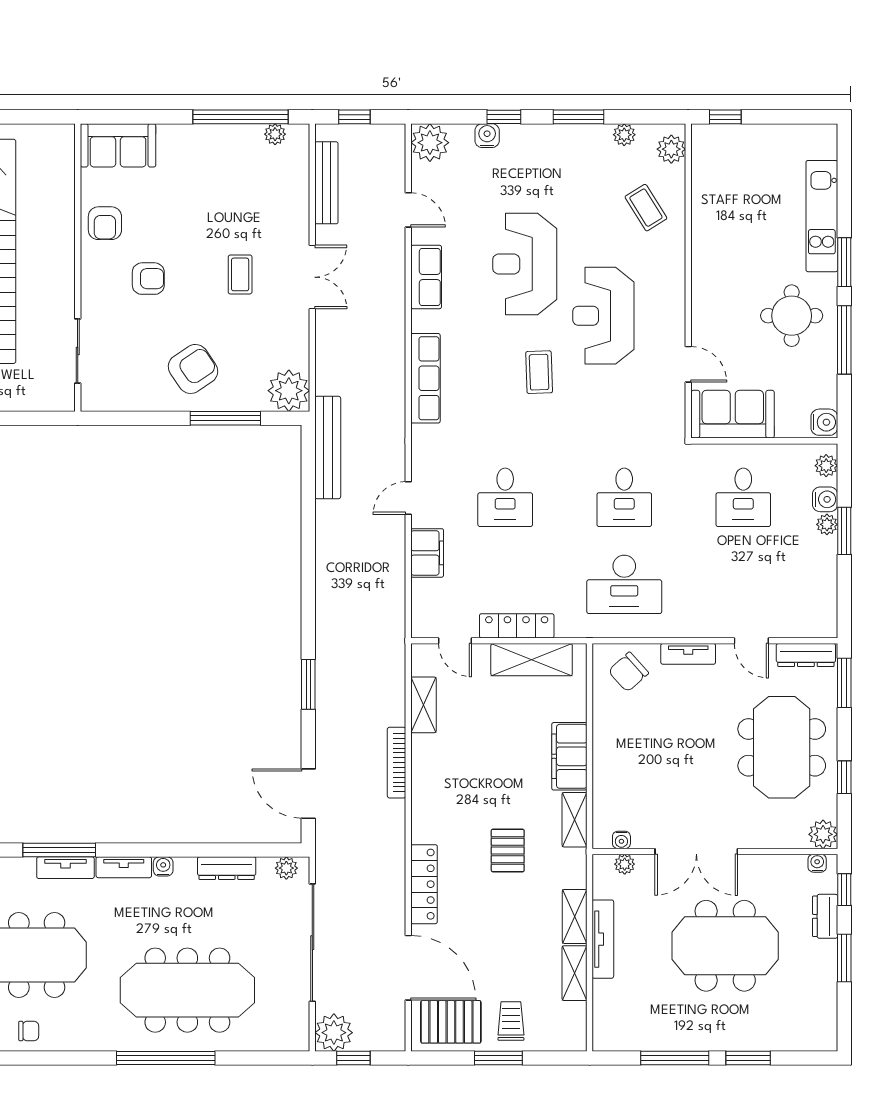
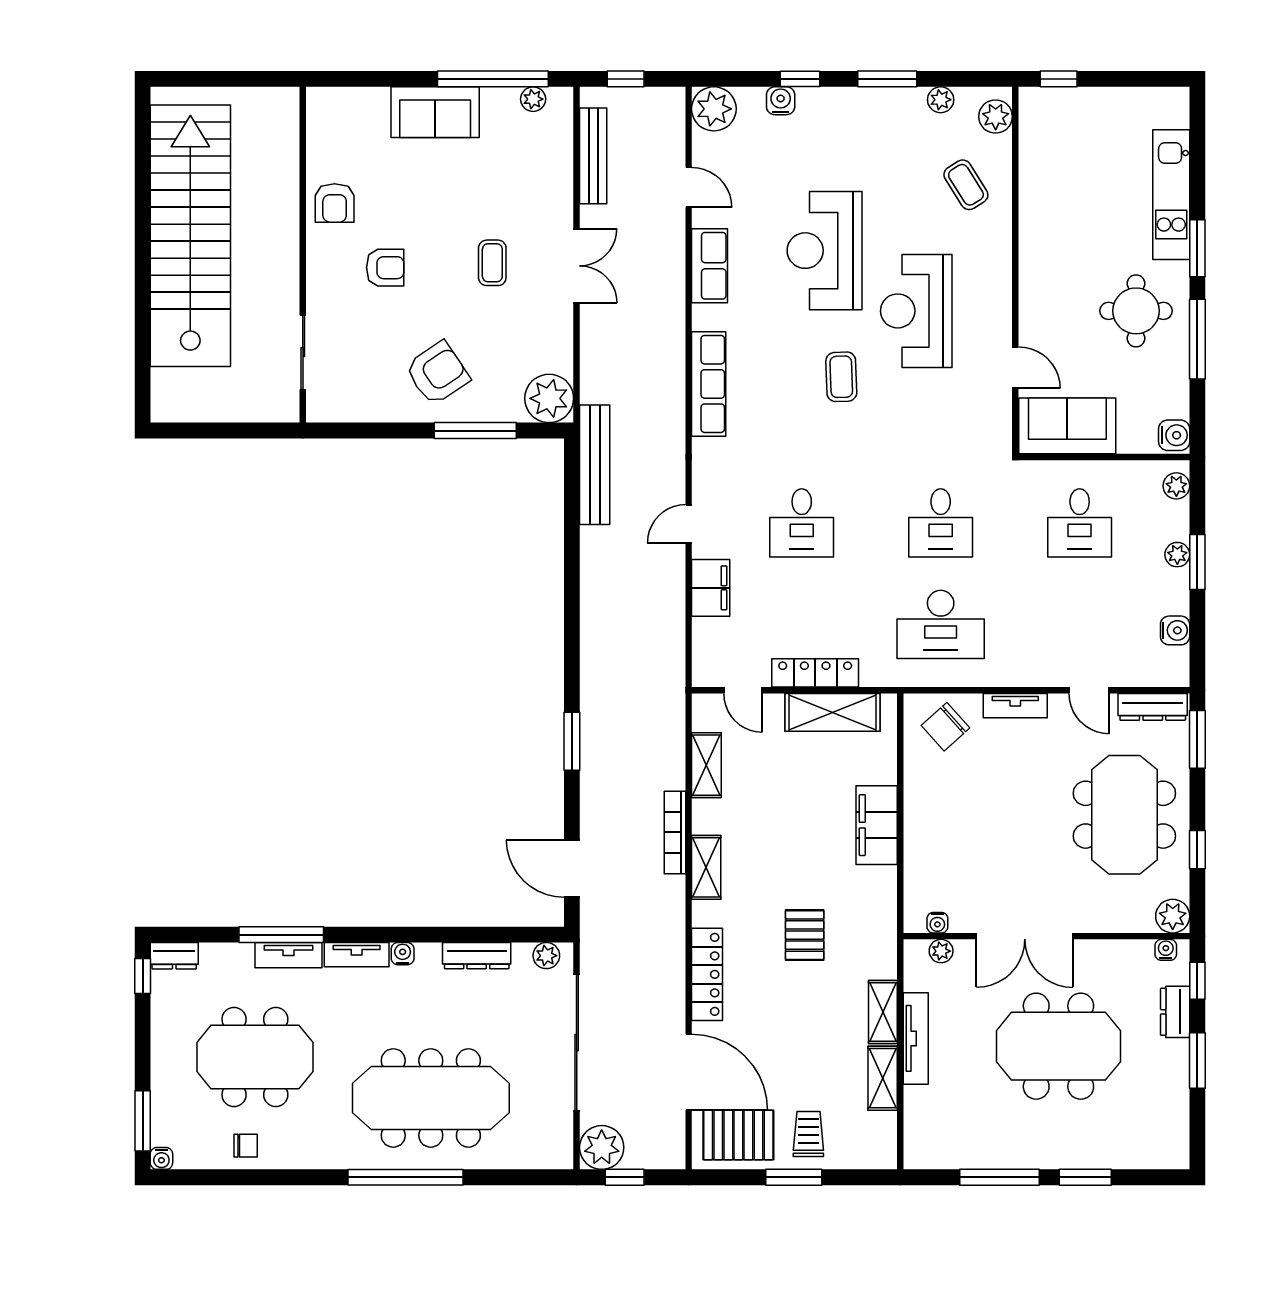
sofa: (118, 145) -> (435, 112), moved
water cooler: (825, 499) -> (1175, 630), moved
shelving: (575, 820) -> (706, 867), moved

